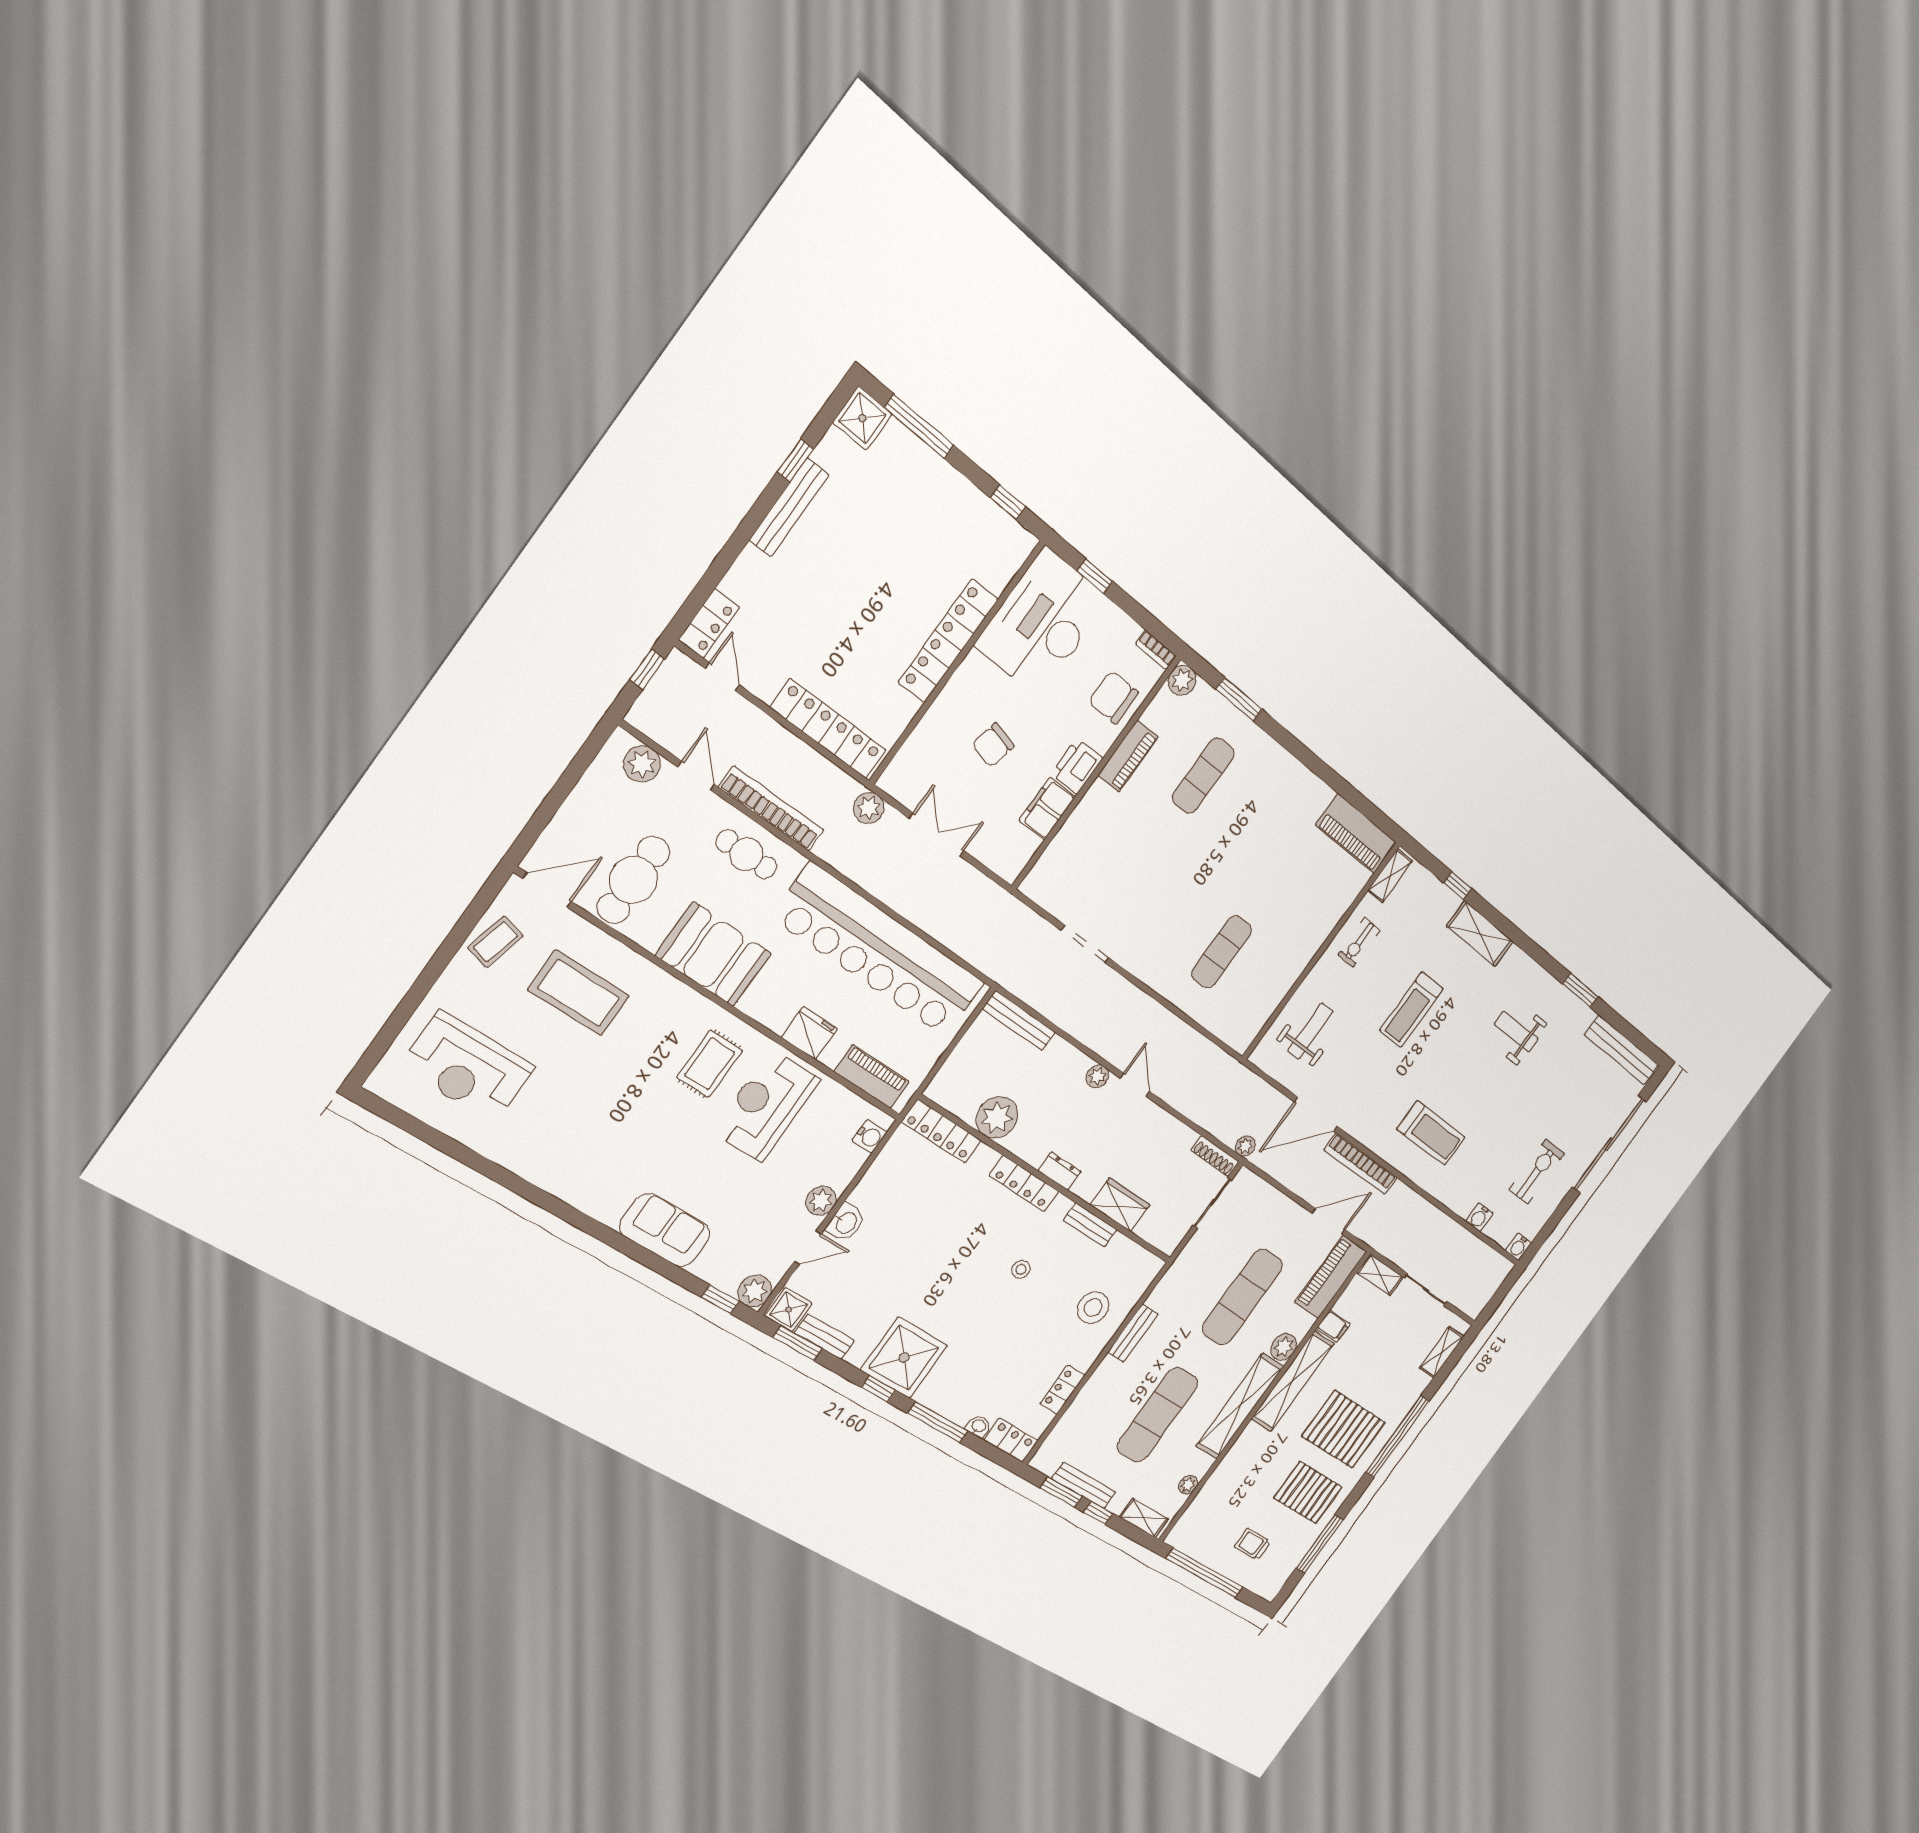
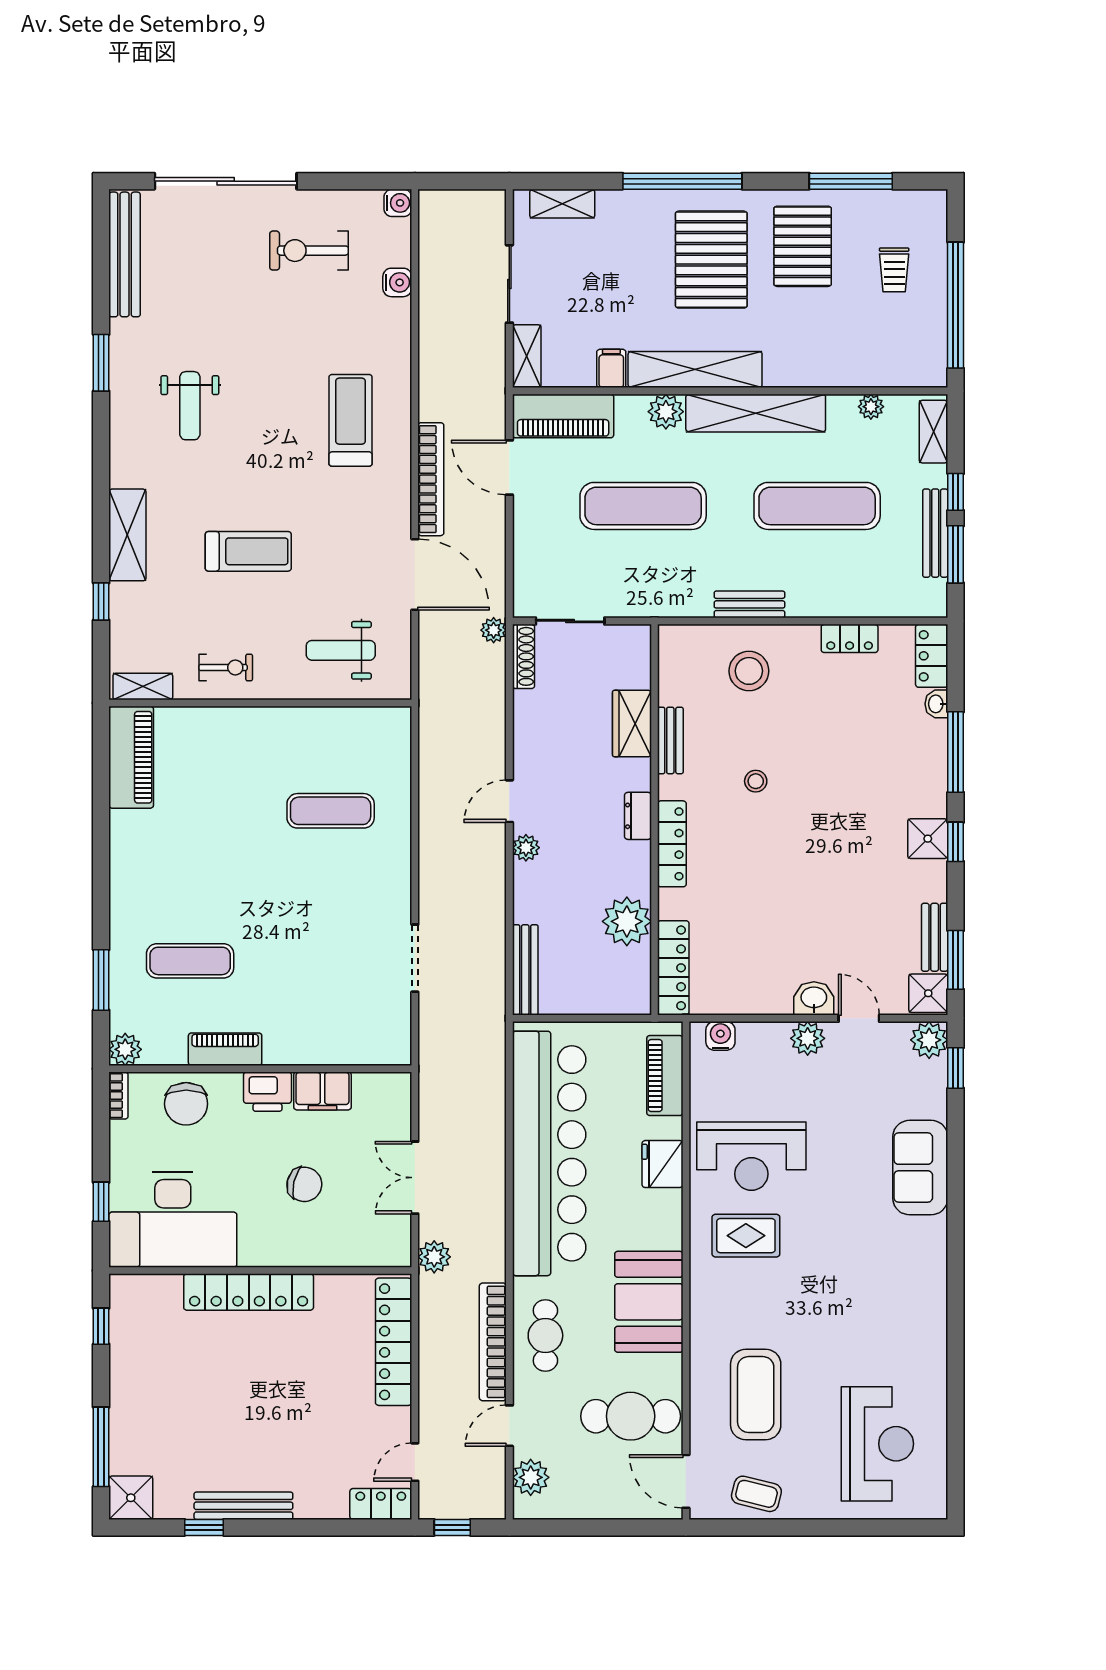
shower: (904, 1358) -> (928, 839), width x0.54, depth x0.54

